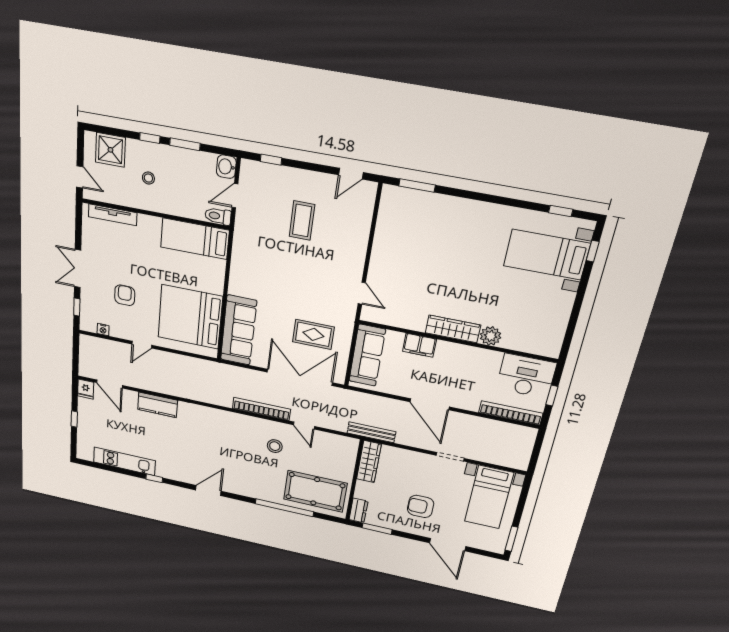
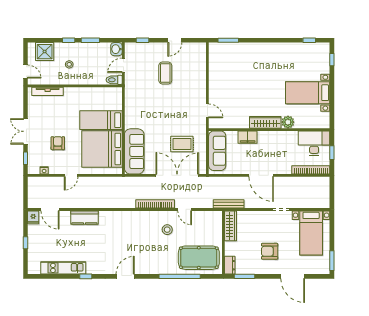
door: (351, 174) -> (175, 40), moved
bed: (195, 239) -> (101, 120), moved
bed with nightstands: (547, 255) -> (308, 93), moved

